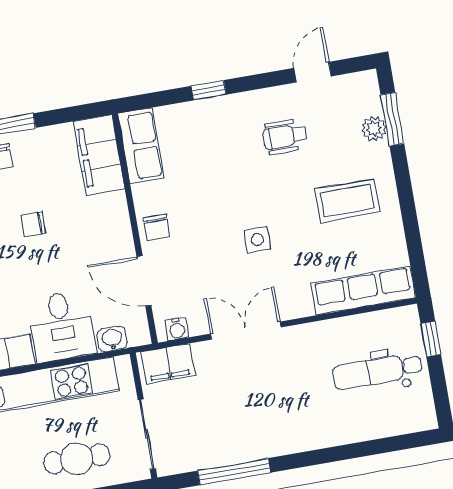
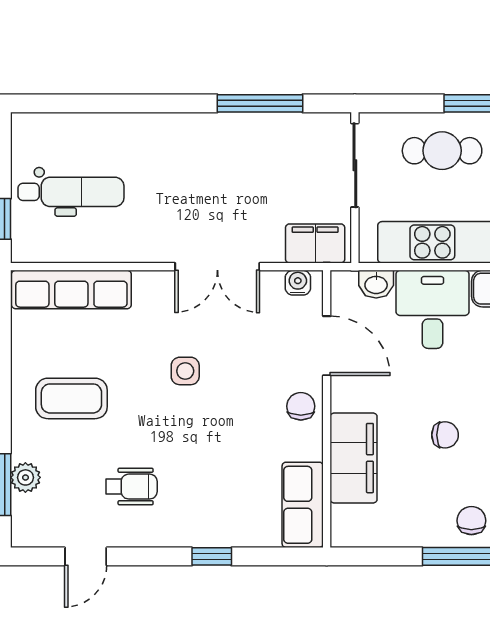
filing cabinet: (99, 155) -> (354, 458), moved

